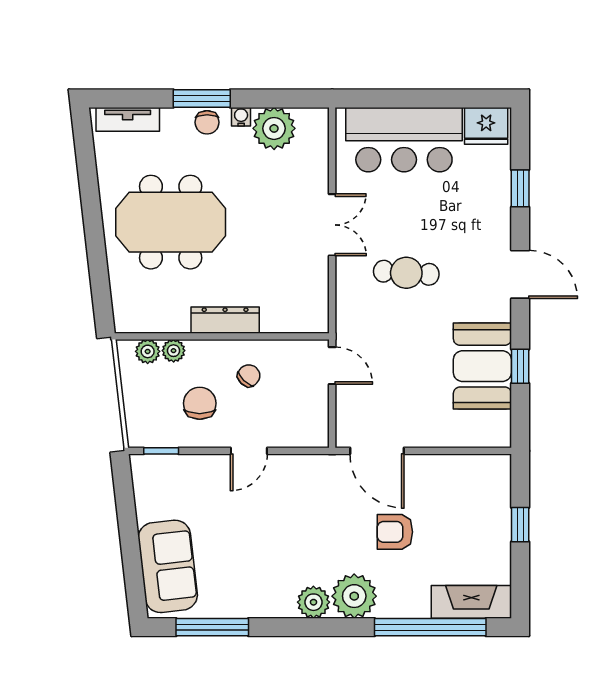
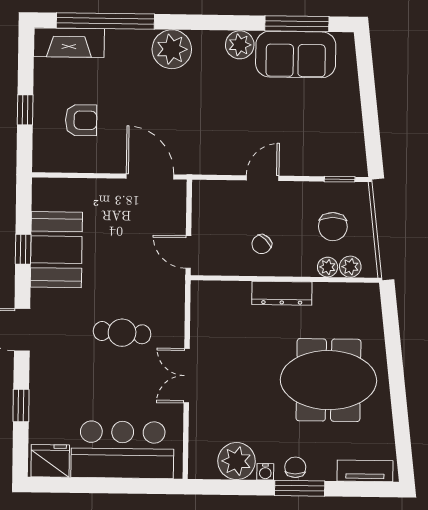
chair: (200, 403) -> (333, 227), moved
armchair: (395, 532) -> (81, 120), moved
sofa: (168, 566) -> (296, 54), moved, turned -83
plant: (313, 602) -> (240, 45), moved

